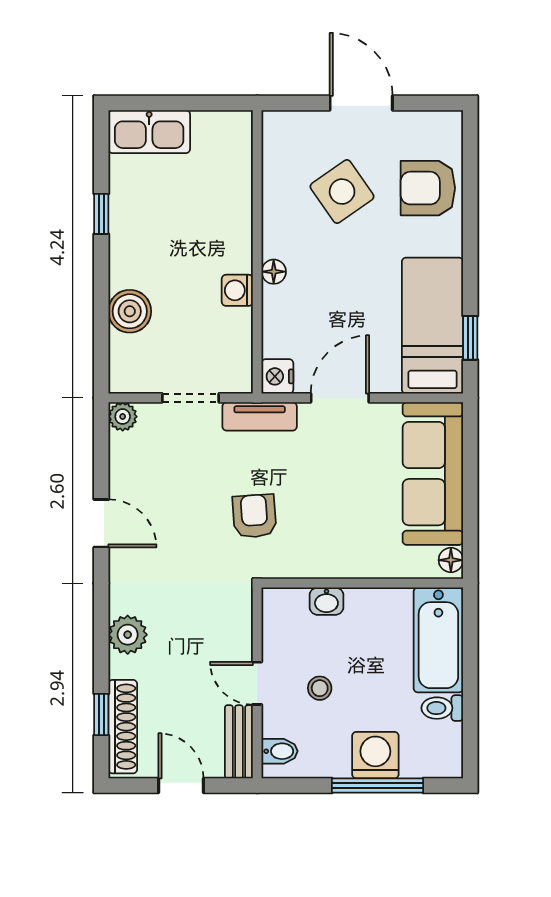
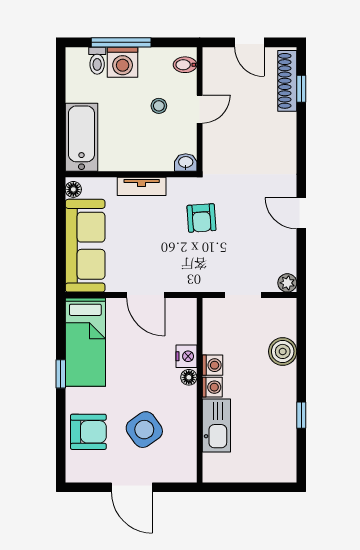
kitchen sink: (149, 132) -> (216, 426), moved, turned 90
washing machine: (238, 257) -> (212, 387), added
window: (470, 338) -> (61, 374), moved
nightstand: (277, 376) -> (186, 356), moved
door: (340, 398) -> (146, 295), hinge flipped
tv unit: (260, 416) -> (142, 186), moved, turned 180
washbasin: (326, 601) -> (186, 163), moved
plant: (128, 635) -> (284, 141), removed
door: (257, 683) -> (200, 109), hinge flipped
toilet: (442, 708) -> (97, 61), moved, turned 90
bench: (239, 742) -> (211, 71), removed

